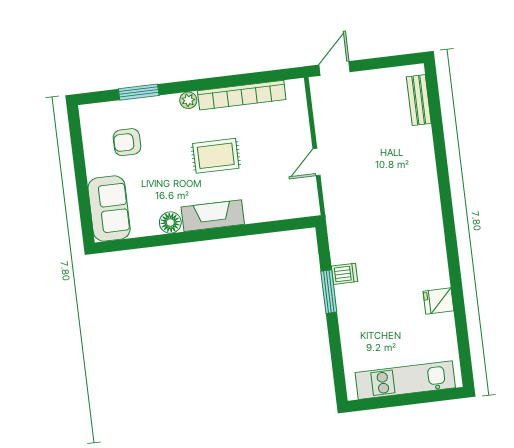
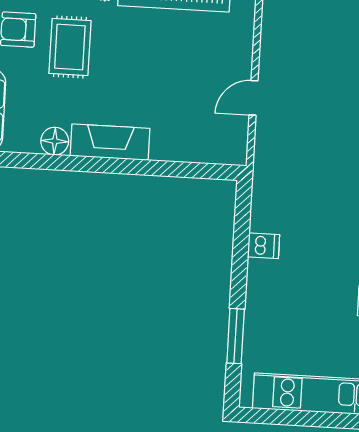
rug: (216, 156) -> (70, 47), moved, turned 90
window: (329, 292) -> (236, 336), moved

